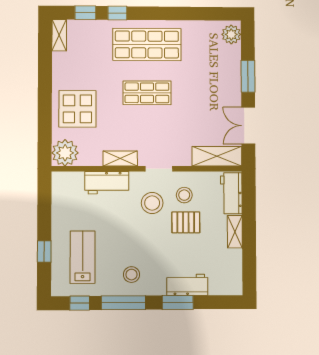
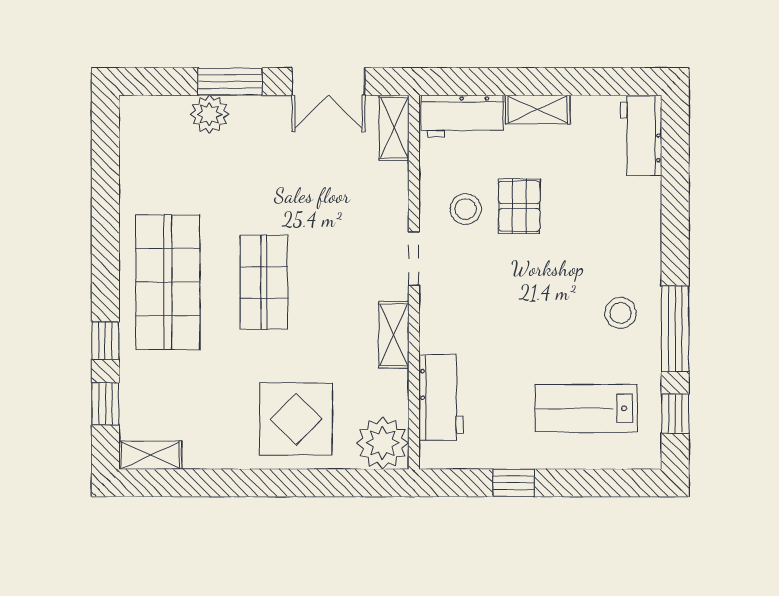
plant: (231, 34) -> (210, 114), moved
shelving: (217, 156) -> (394, 128), width x0.67, depth x0.75
workbench: (107, 183) -> (441, 397), moved
stool: (152, 203) -> (481, 272), removed
window: (44, 251) -> (514, 483), moved
workbench: (187, 285) -> (641, 136), moved
window: (178, 302) -> (675, 223), removed

